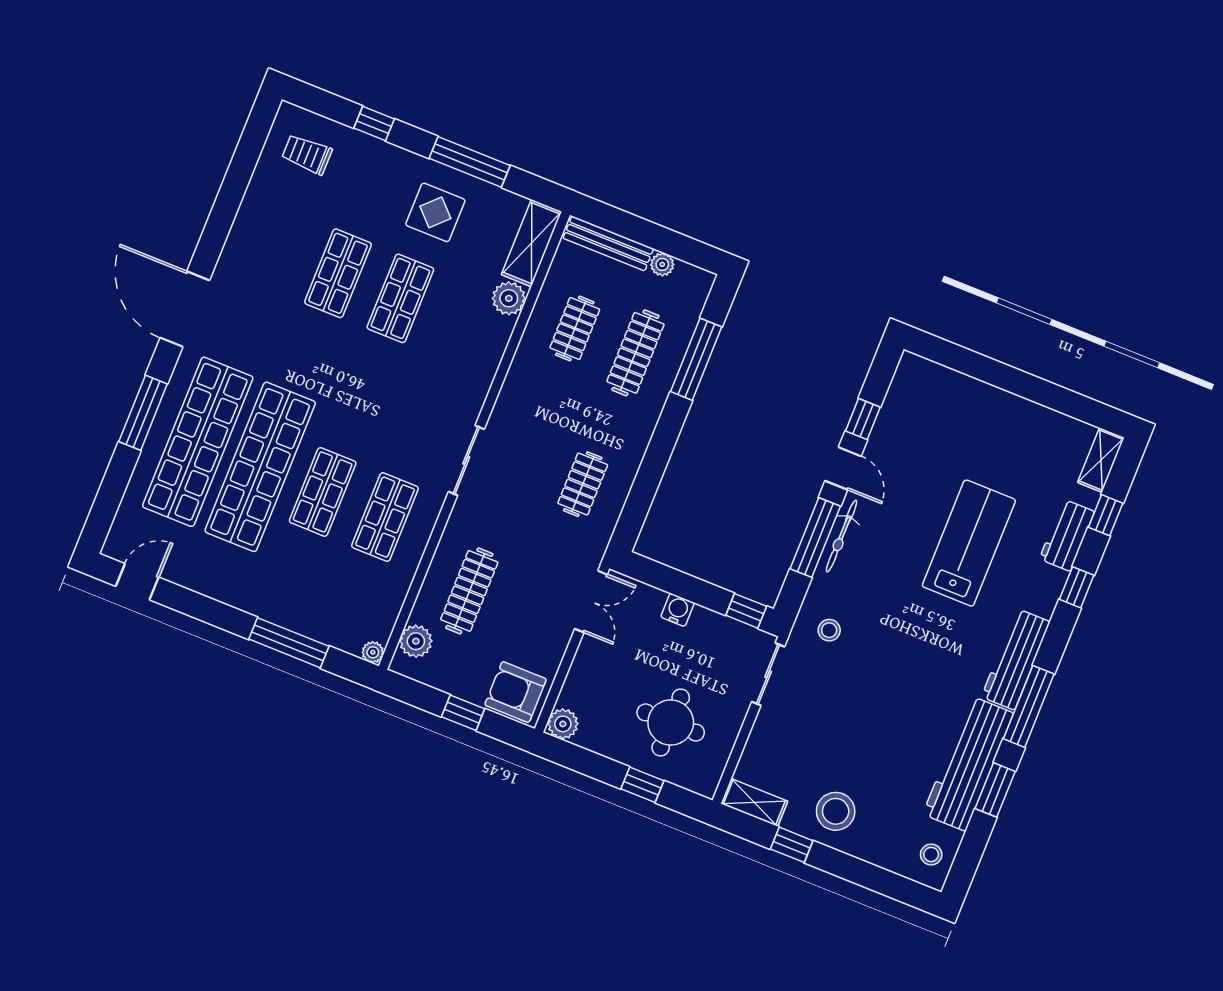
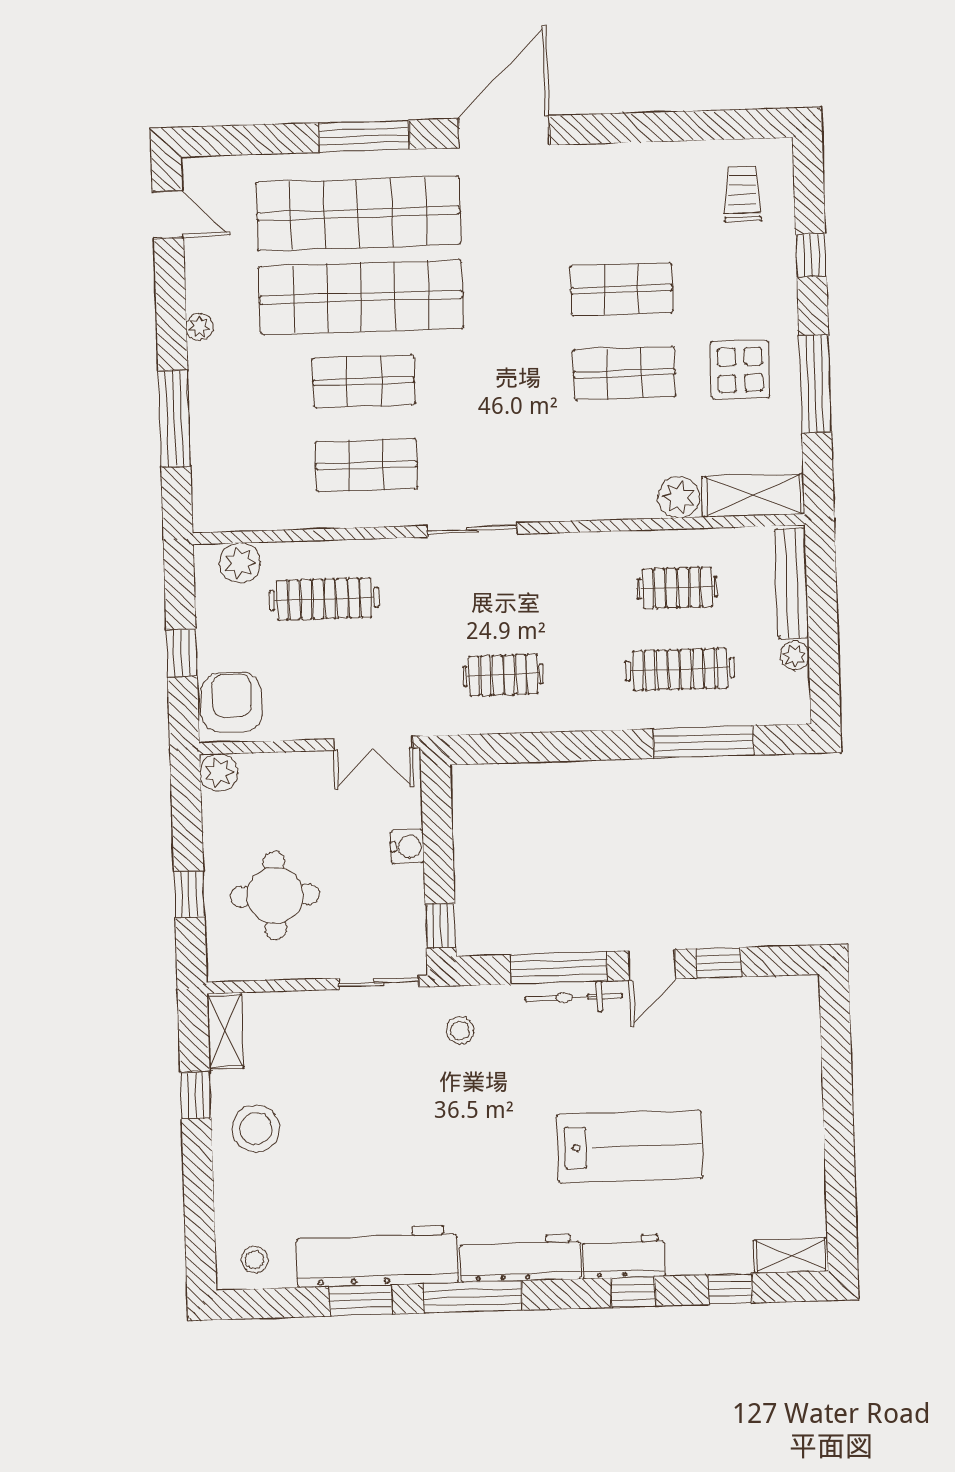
workbench: (1067, 535) -> (624, 1257), moved
plant: (373, 652) -> (199, 327), moved

